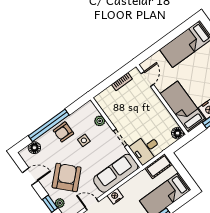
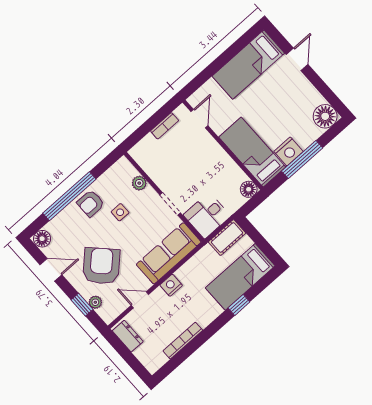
floor lamp: (34, 148) -> (42, 239), moved

